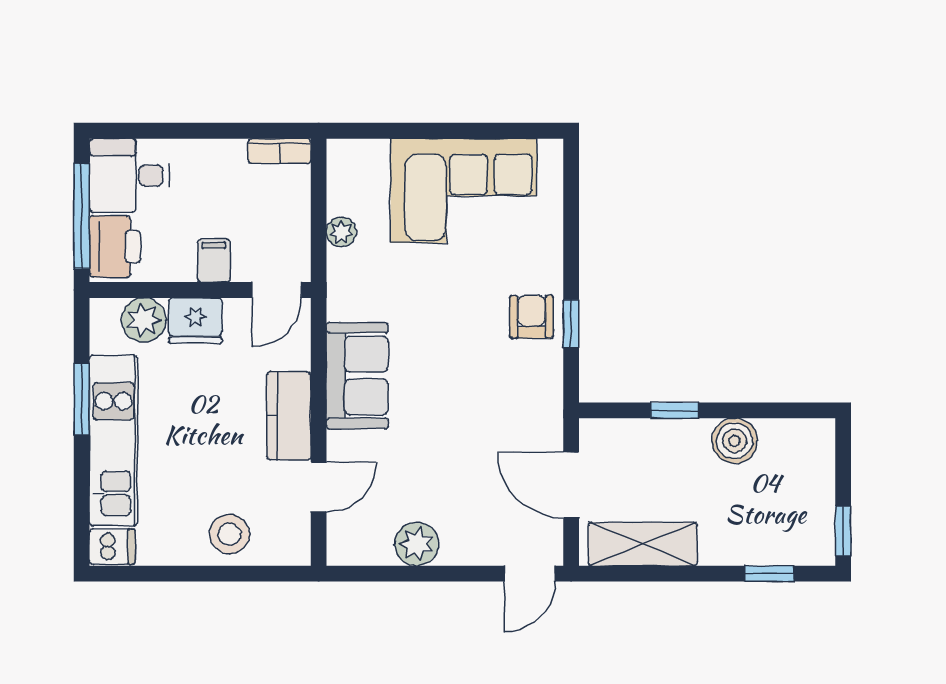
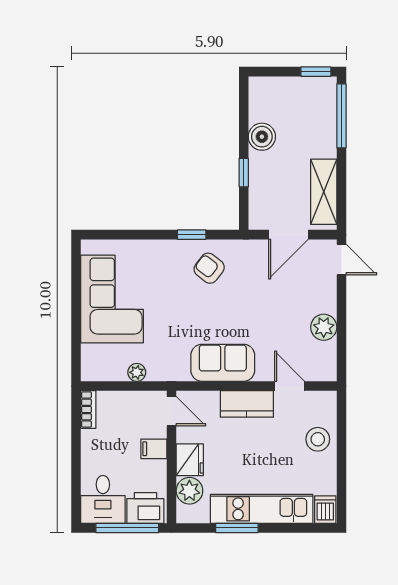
armchair: (531, 317) -> (209, 268), moved, turned 38
window: (769, 574) -> (341, 116), width x2.17

